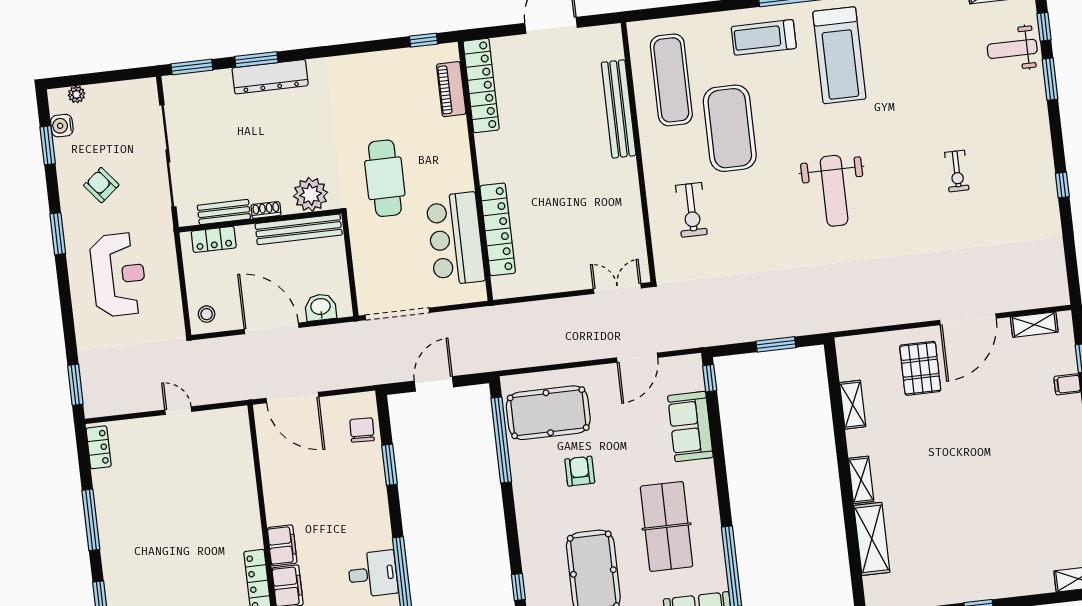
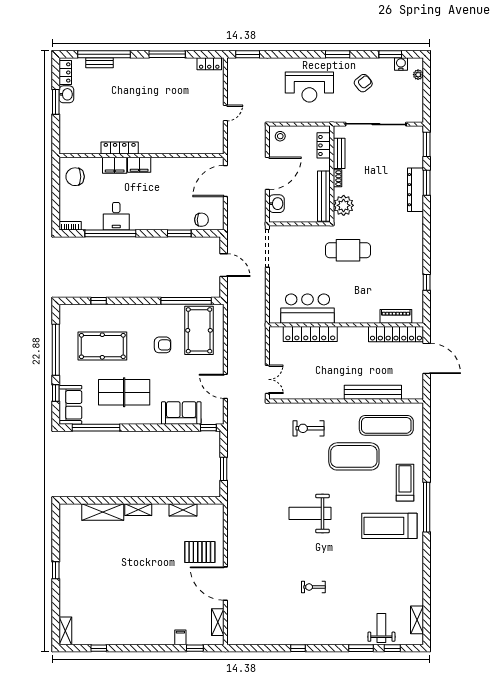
locker: (481, 85) -> (396, 334), moved
piano: (451, 89) -> (396, 316), moved
wall: (475, 171) -> (346, 325), moved
locker: (498, 229) -> (310, 334), moved
bar counter: (455, 239) -> (307, 309), moved

